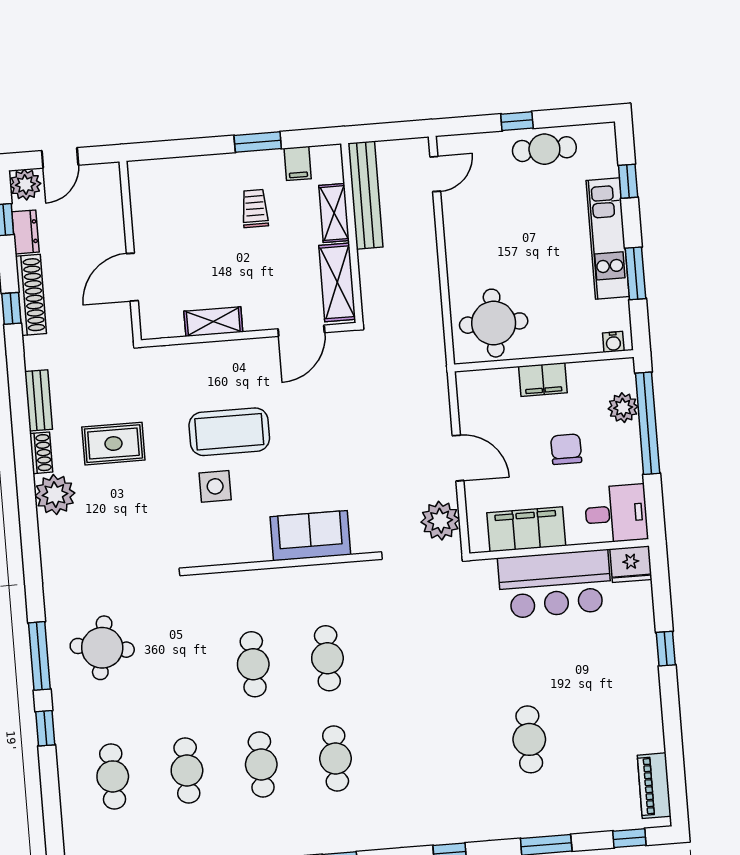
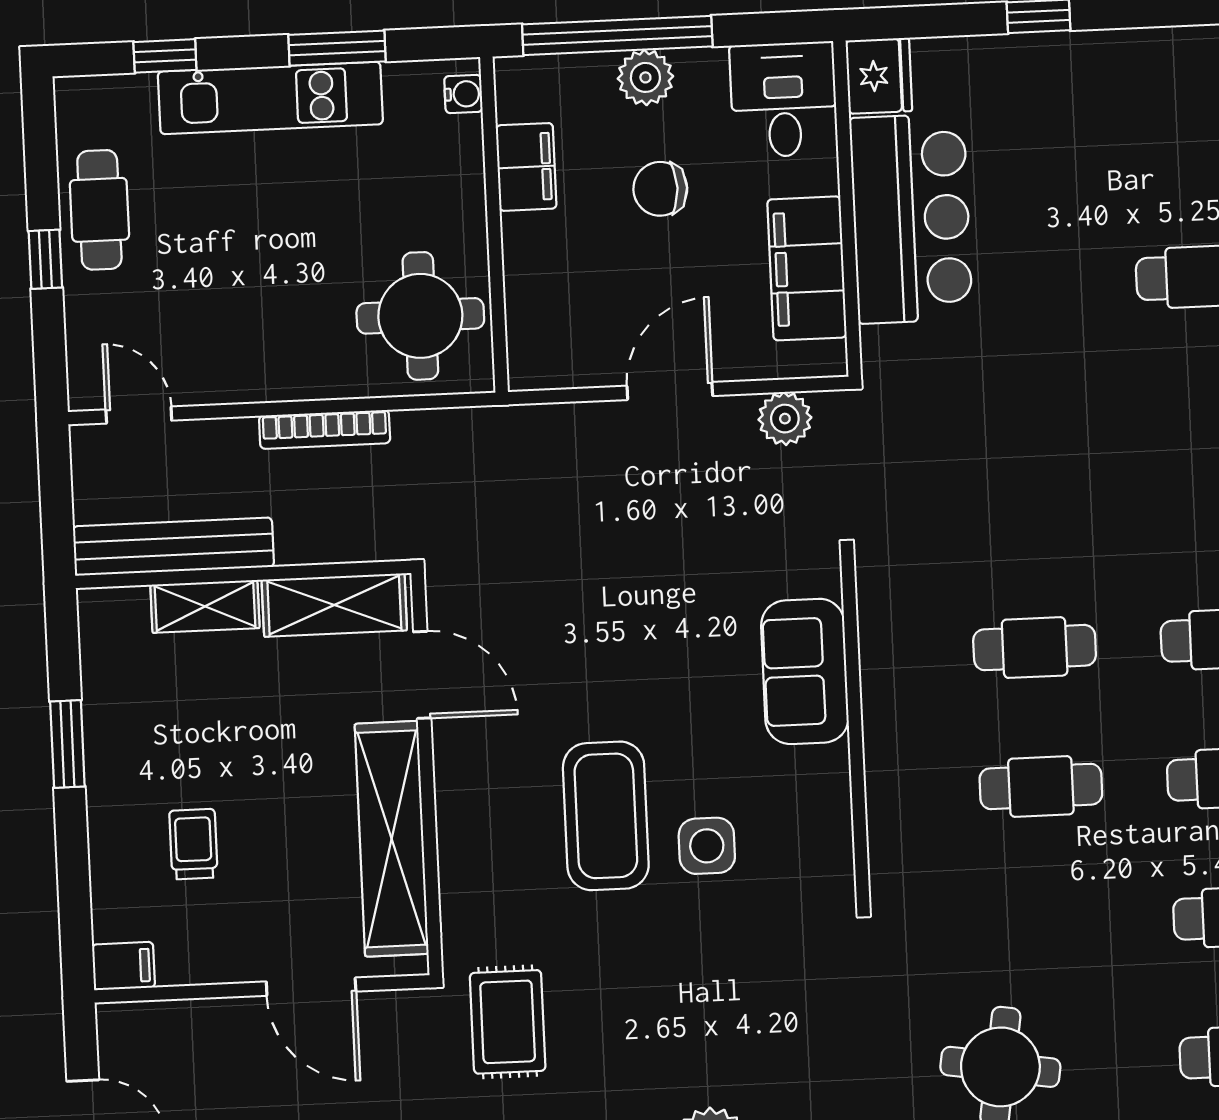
filing cabinet: (298, 163) -> (123, 966), moved
trolley: (255, 208) -> (193, 844), moved, turned 90
bookcase: (431, 274) -> (325, 429), added
shelving: (213, 322) -> (392, 839), width x2.20, depth x1.33
filing cabinet: (543, 380) -> (526, 167), moved
plant: (623, 408) -> (645, 77), moved
rug: (113, 444) -> (508, 1022), moved
plant: (440, 521) -> (785, 419), width x0.73, depth x0.73

